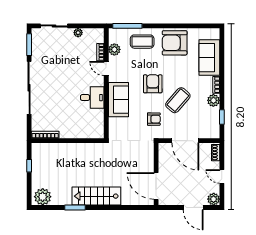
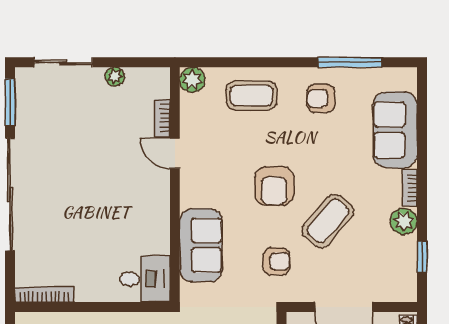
window: (127, 26) -> (350, 62), moved
armchair: (175, 43) -> (321, 98), width x0.53, depth x0.53
plant: (114, 49) -> (192, 80), moved
armchair: (153, 84) -> (274, 186), turned 180
desk: (92, 98) -> (145, 279), moved
sofa: (118, 100) -> (201, 245), moved

